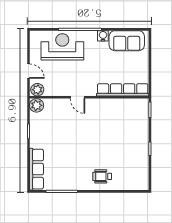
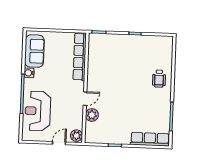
plant: (37, 105) -> (92, 115), moved

